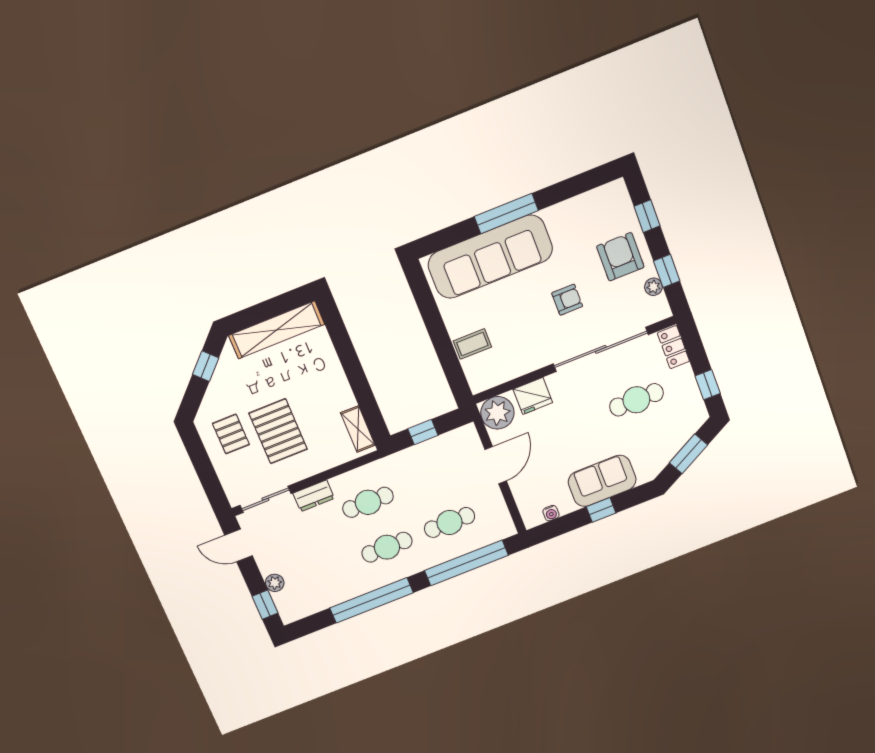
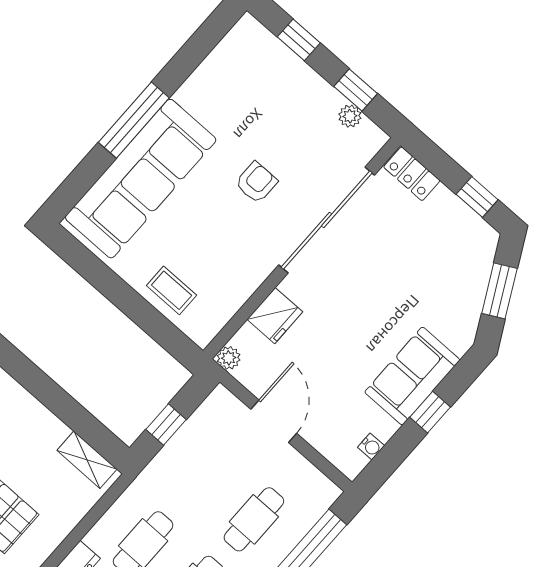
armchair: (620, 257) -> (292, 102), removed
coffee table: (472, 344) -> (172, 290), turned 90
cafe table: (636, 400) -> (401, 258), removed
plant: (497, 413) -> (229, 358), width x0.53, depth x0.53

